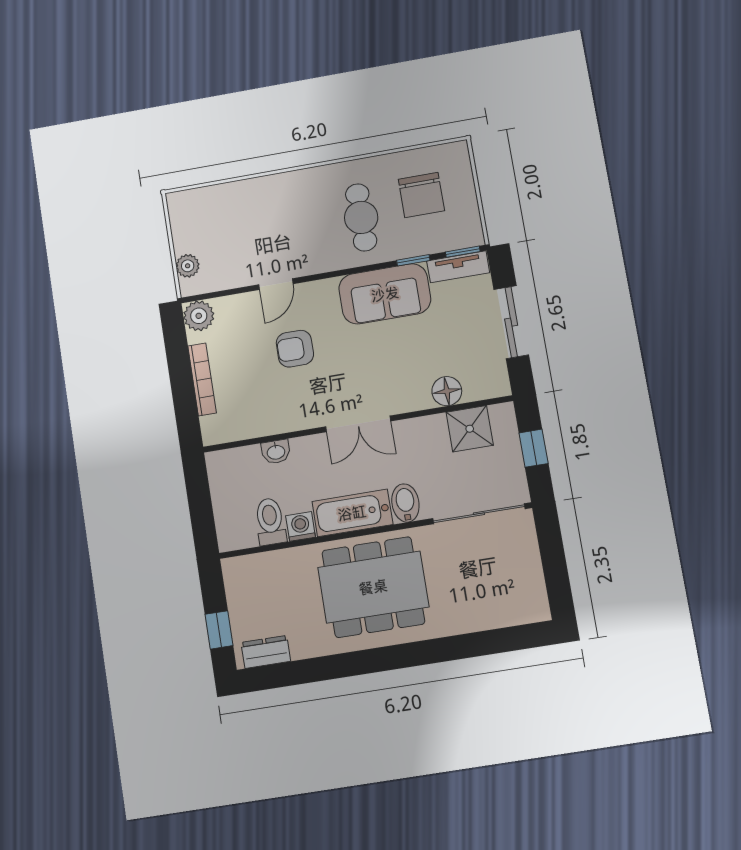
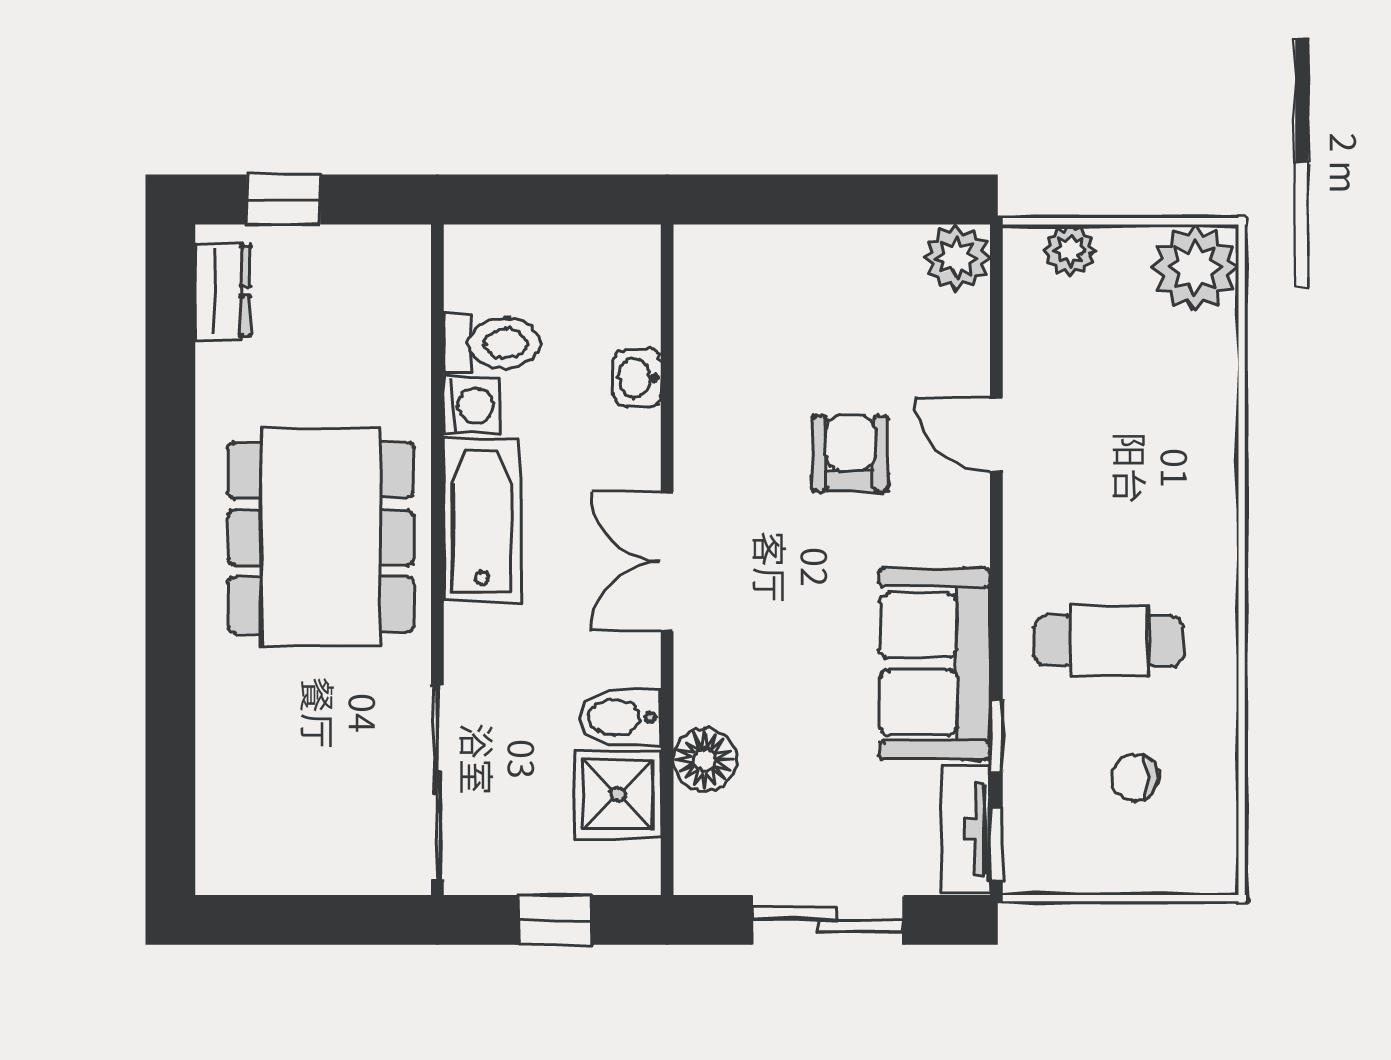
chair: (421, 195) -> (1135, 777), width x0.54, depth x0.54
plant: (187, 209) -> (1195, 268), added
bookcase: (202, 379) -> (818, 244), removed
bidet: (405, 503) -> (620, 718), moved, turned 180

